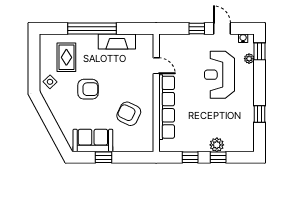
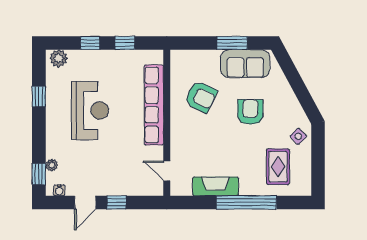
door: (222, 28) -> (85, 202), hinge flipped
door: (156, 66) -> (167, 171), moved
reception desk: (219, 75) -> (90, 111), moved
armchair: (88, 89) -> (250, 112), moved, turned 90
plant: (217, 145) -> (59, 58), moved
window: (104, 157) -> (232, 43), width x1.50

